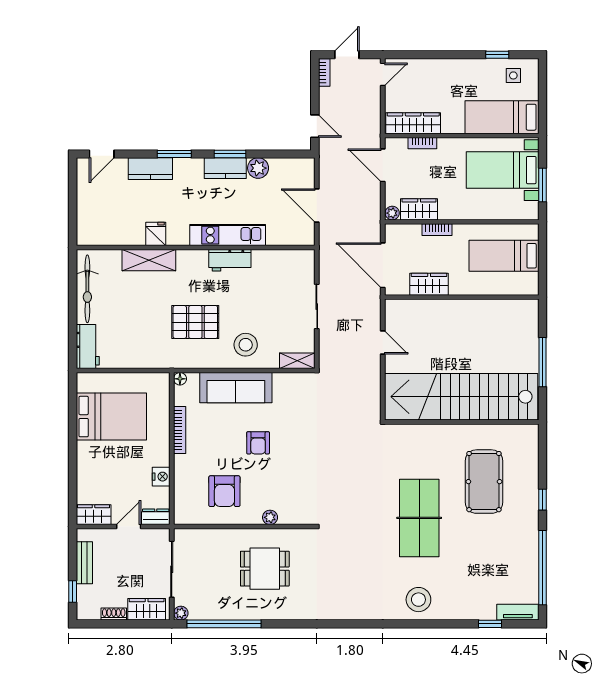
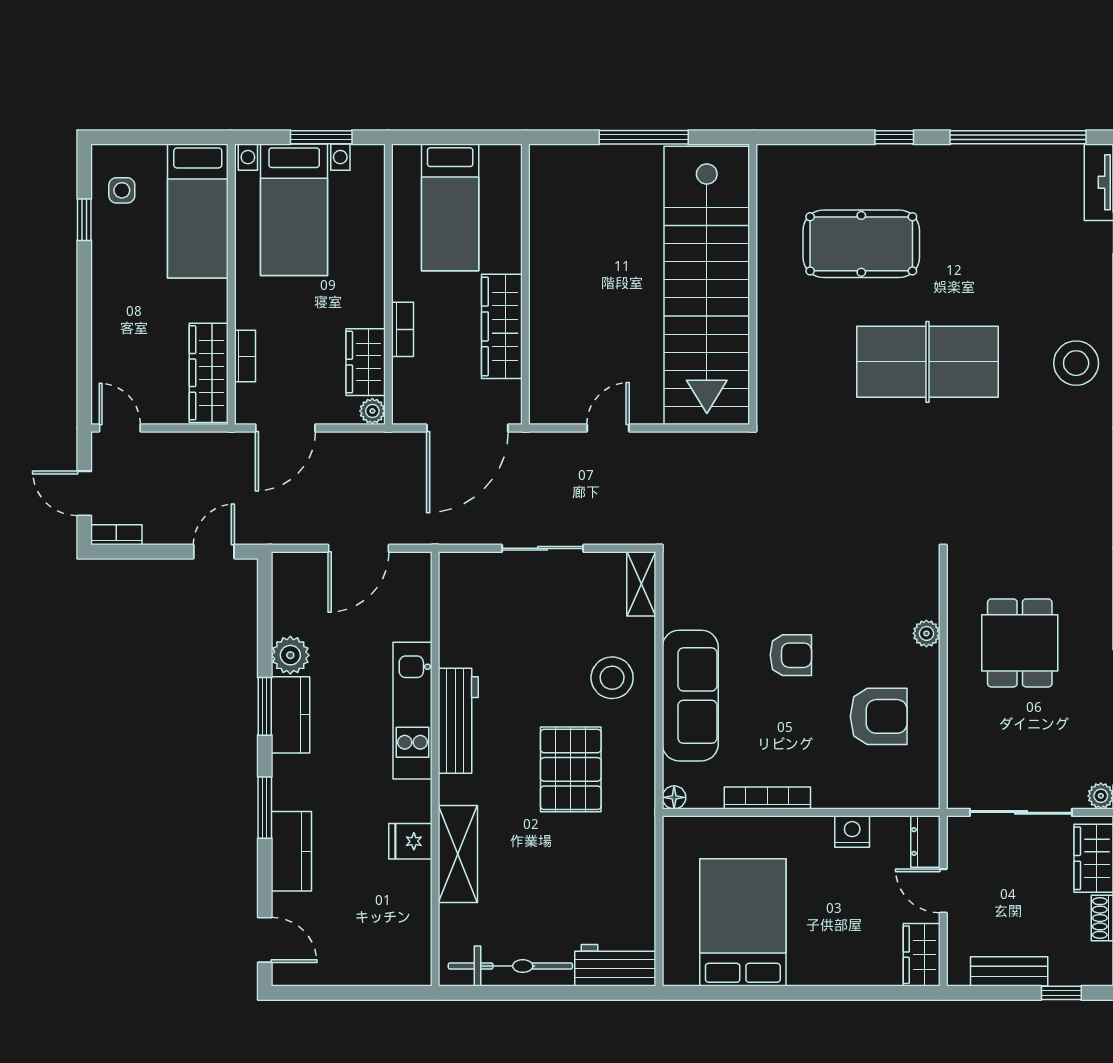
workbench: (230, 260) -> (458, 721), width x1.38
wardrobe: (429, 284) -> (502, 326), width x1.50

